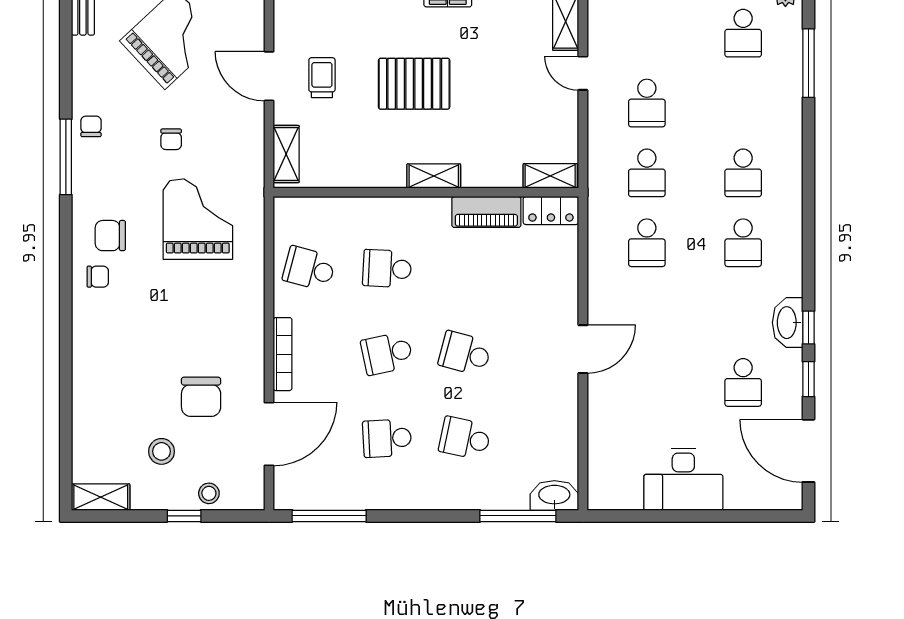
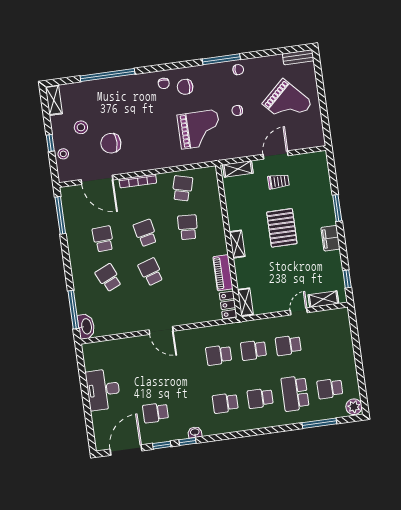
school desk: (743, 103) -> (295, 393), added
chair: (110, 236) -> (185, 87), turned -90
washbasin: (788, 323) -> (195, 432), width x0.52, depth x0.69
school desk: (465, 353) -> (151, 272), turned -33
window: (66, 385) -> (107, 75), added
school desk: (465, 438) -> (108, 278), turned -36

